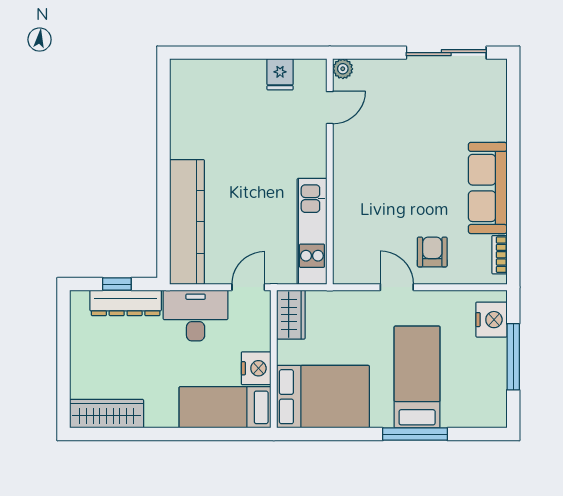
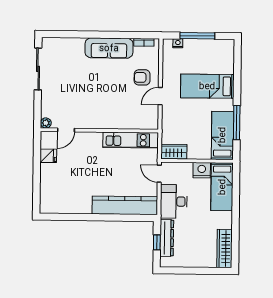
door: (330, 108) -> (66, 130), swing flipped
nightstand: (491, 320) -> (178, 43), width x0.53, depth x0.56
bed: (323, 397) -> (222, 135), width x0.67
window: (415, 434) -> (237, 123), moved

